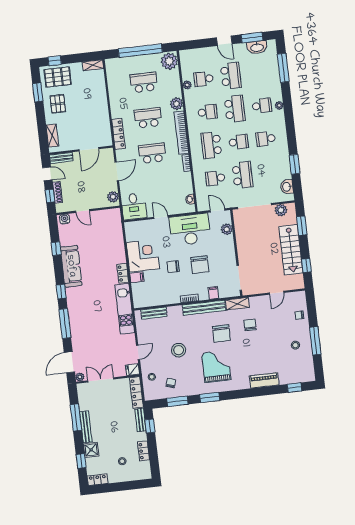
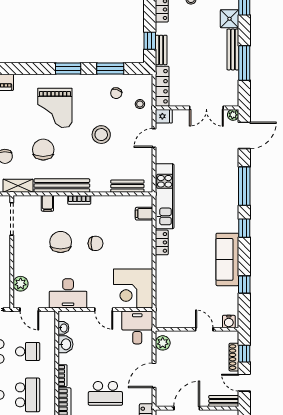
washbasin: (187, 187) -> (66, 344), added
desk: (190, 229) -> (68, 293), width x0.73, depth x0.77
corner desk: (143, 256) -> (133, 288), moved
filing cabinet: (137, 277) -> (144, 214), moved

